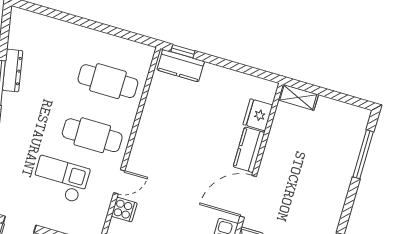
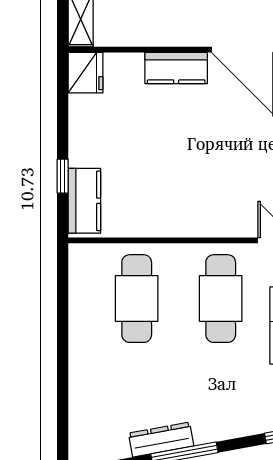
window: (183, 51) -> (63, 176), moved
fridge: (258, 115) -> (86, 73), moved, turned -90

